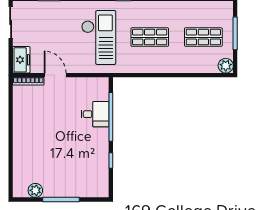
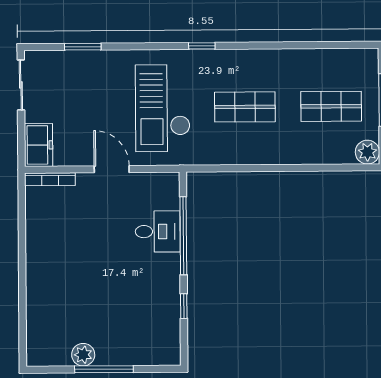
checkout: (99, 37) -> (163, 108), turned 180
door: (55, 75) -> (112, 169), moved
plant: (35, 190) -> (83, 355), moved

